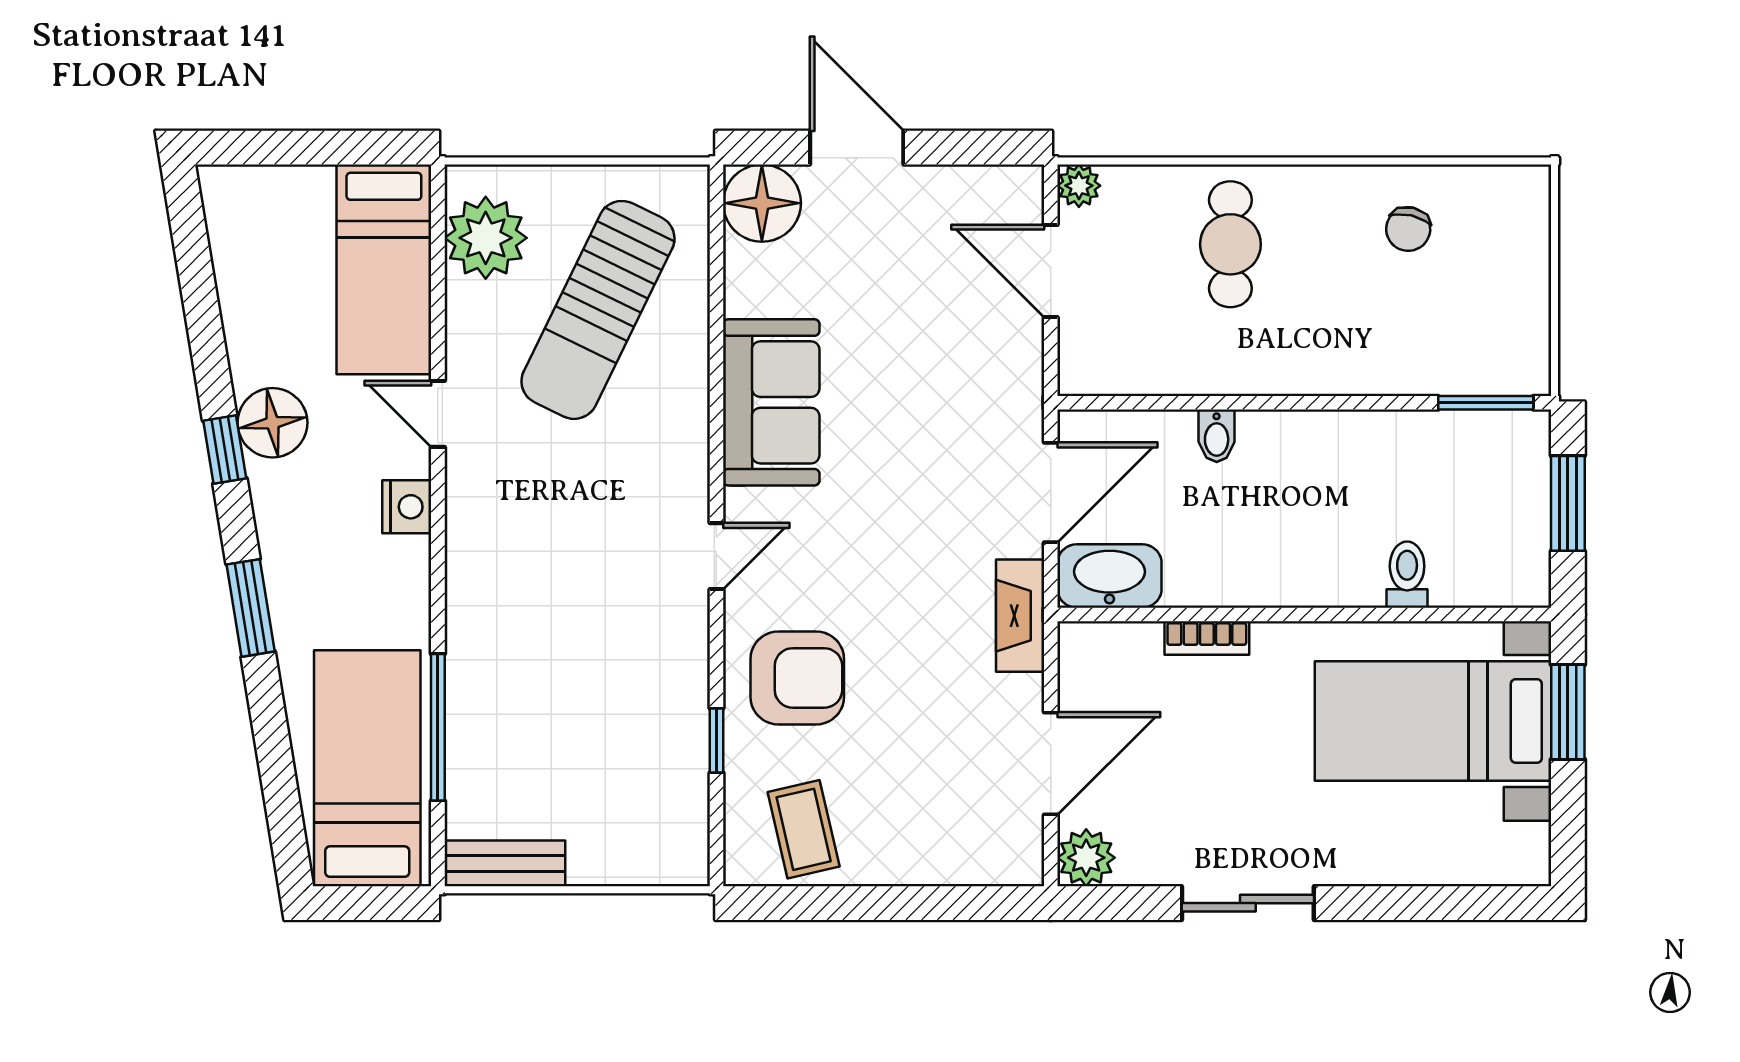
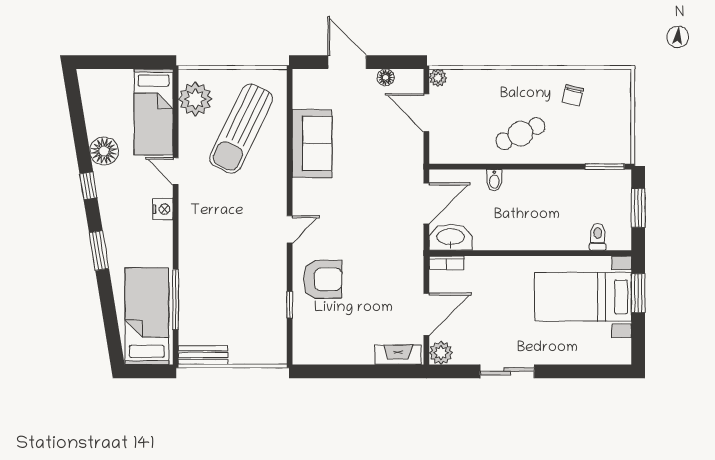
floor lamp: (762, 203) -> (386, 77), moved, width x0.53, depth x0.53
cafe table: (1230, 244) -> (520, 134), moved, turned 65
sofa: (771, 402) -> (312, 143), moved
floor lamp: (272, 423) -> (104, 151), moved
toilet: (1407, 575) -> (598, 237), moved
fireplace: (1020, 616) -> (398, 355), moved, turned 90
bookcase: (1207, 638) -> (446, 263), moved
coffee table: (804, 829) -> (325, 341), removed

